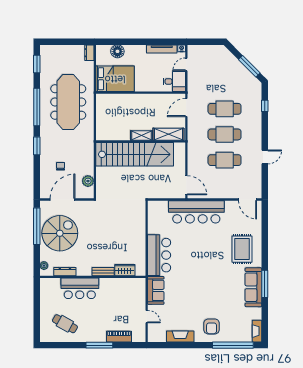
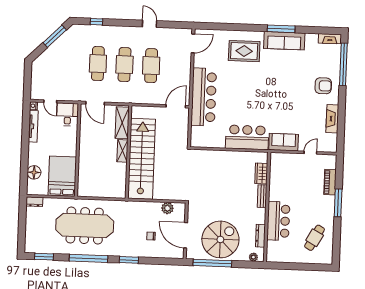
spiral stairs: (60, 233) -> (220, 239), turned 90

